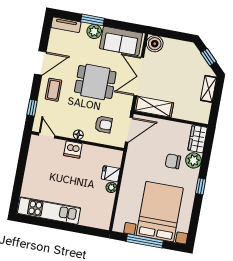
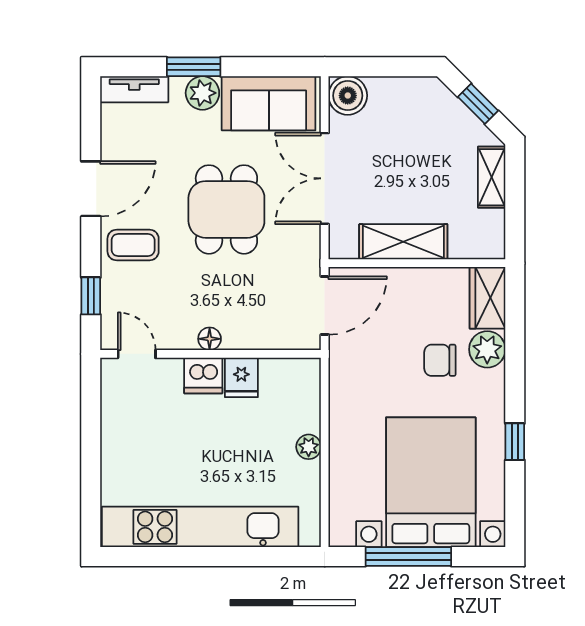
dining table: (95, 82) -> (226, 209), turned 90
coffee table: (54, 90) -> (133, 245), turned 90
shelving: (154, 107) -> (403, 242), moved
armchair: (104, 125) -> (264, 304), removed
fridge: (111, 174) -> (241, 377), moved, turned -90
window: (201, 186) -> (515, 442), moved
kitchen unit: (49, 211) -> (200, 527), width x1.36

